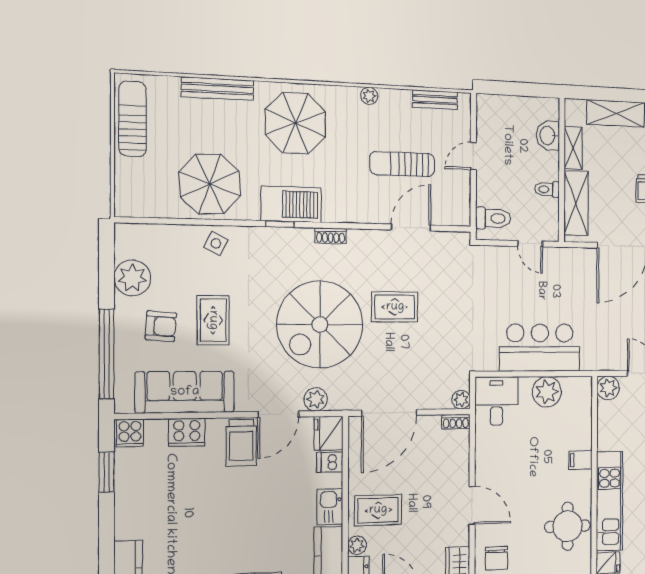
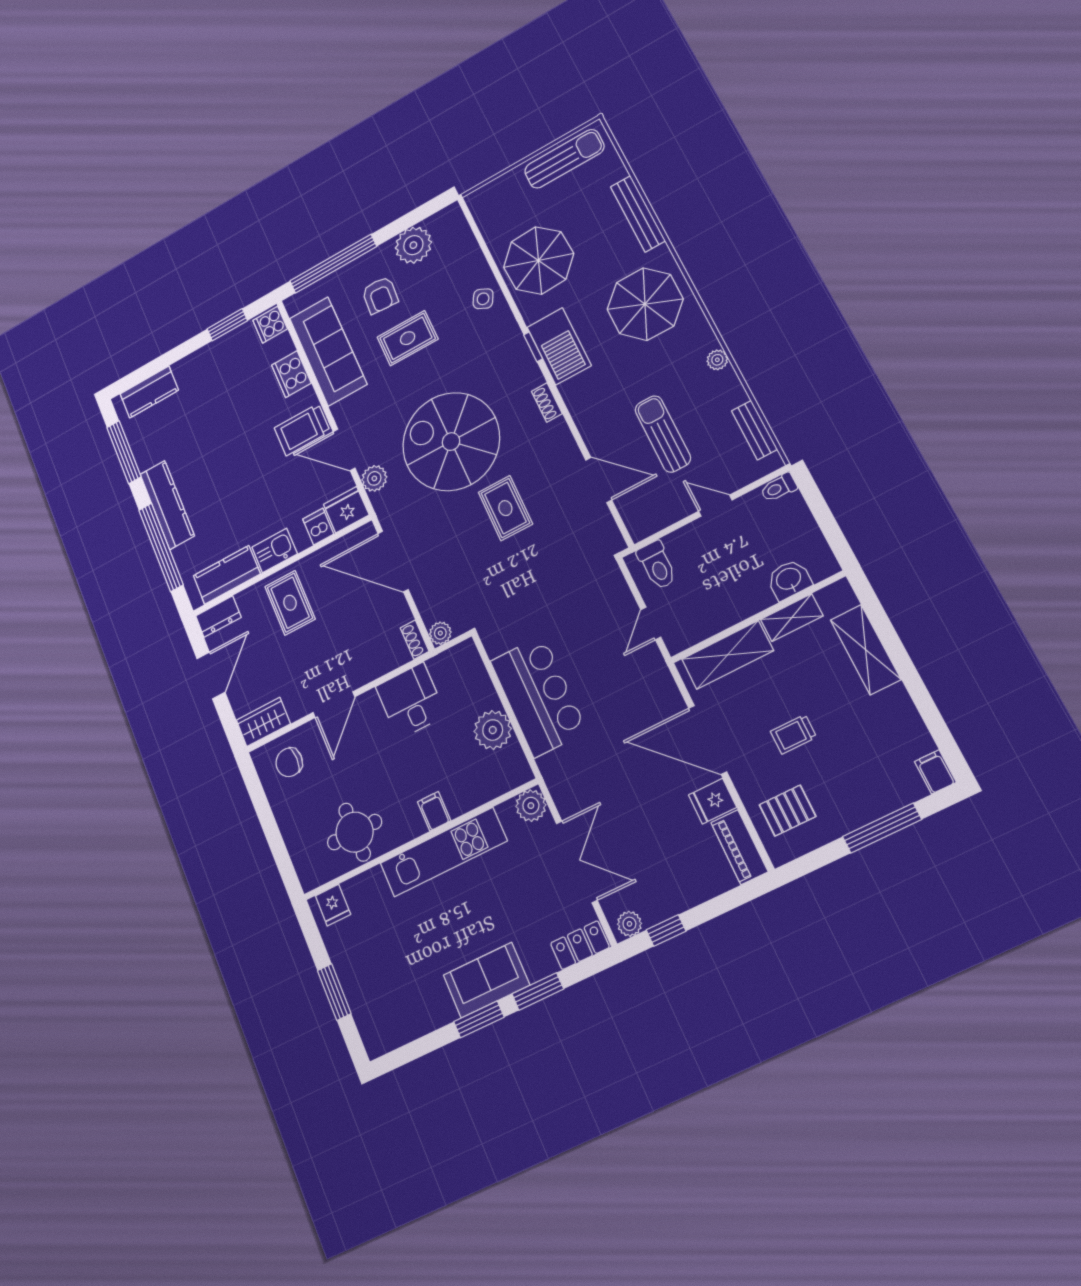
toilet: (547, 189) -> (779, 488), moved, turned -90
desk: (496, 401) -> (411, 701), moved, turned -90
kitchen unit: (609, 501) -> (443, 852), moved
plant: (357, 545) -> (247, 599), removed

